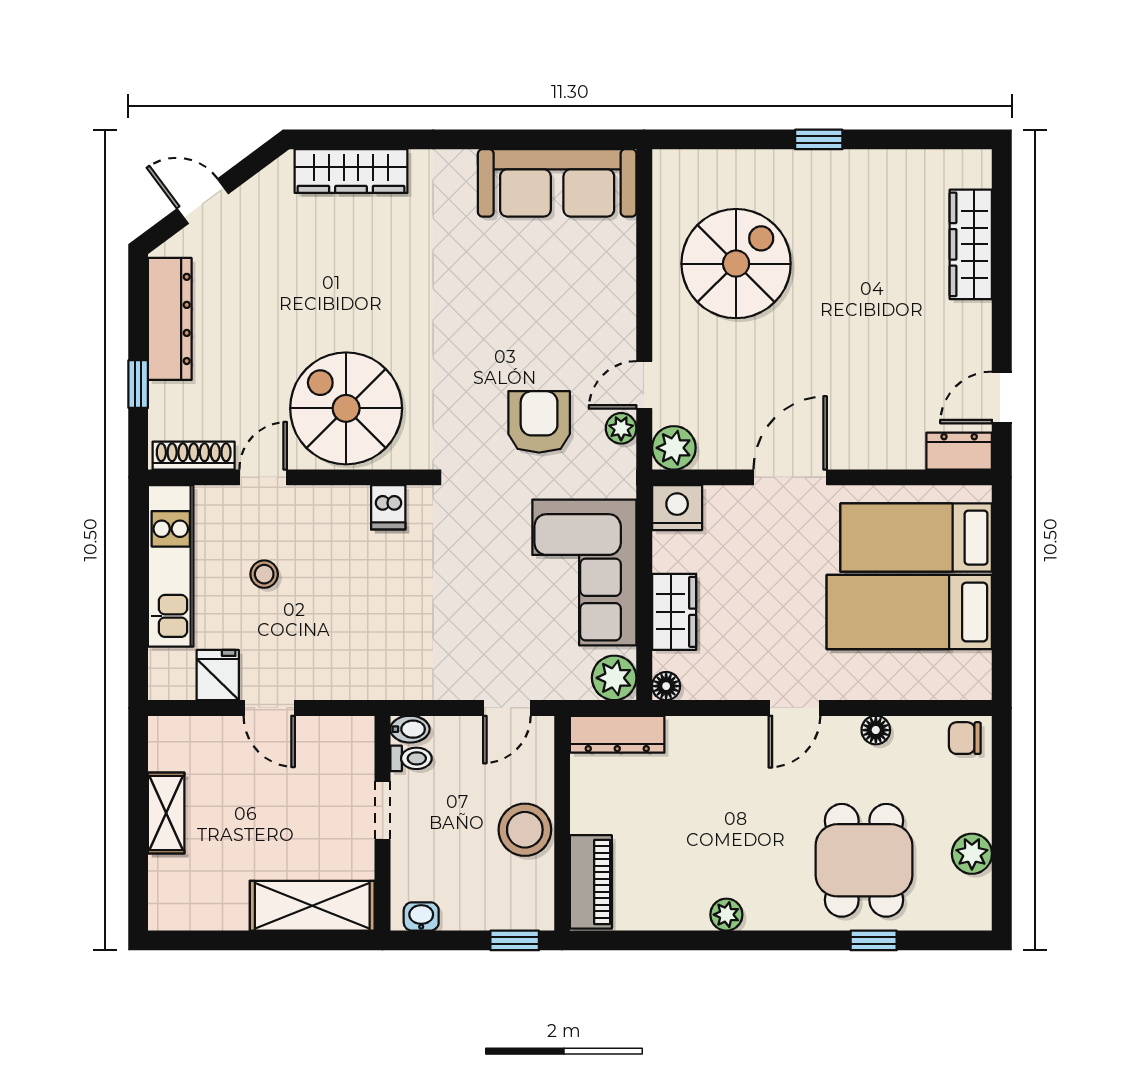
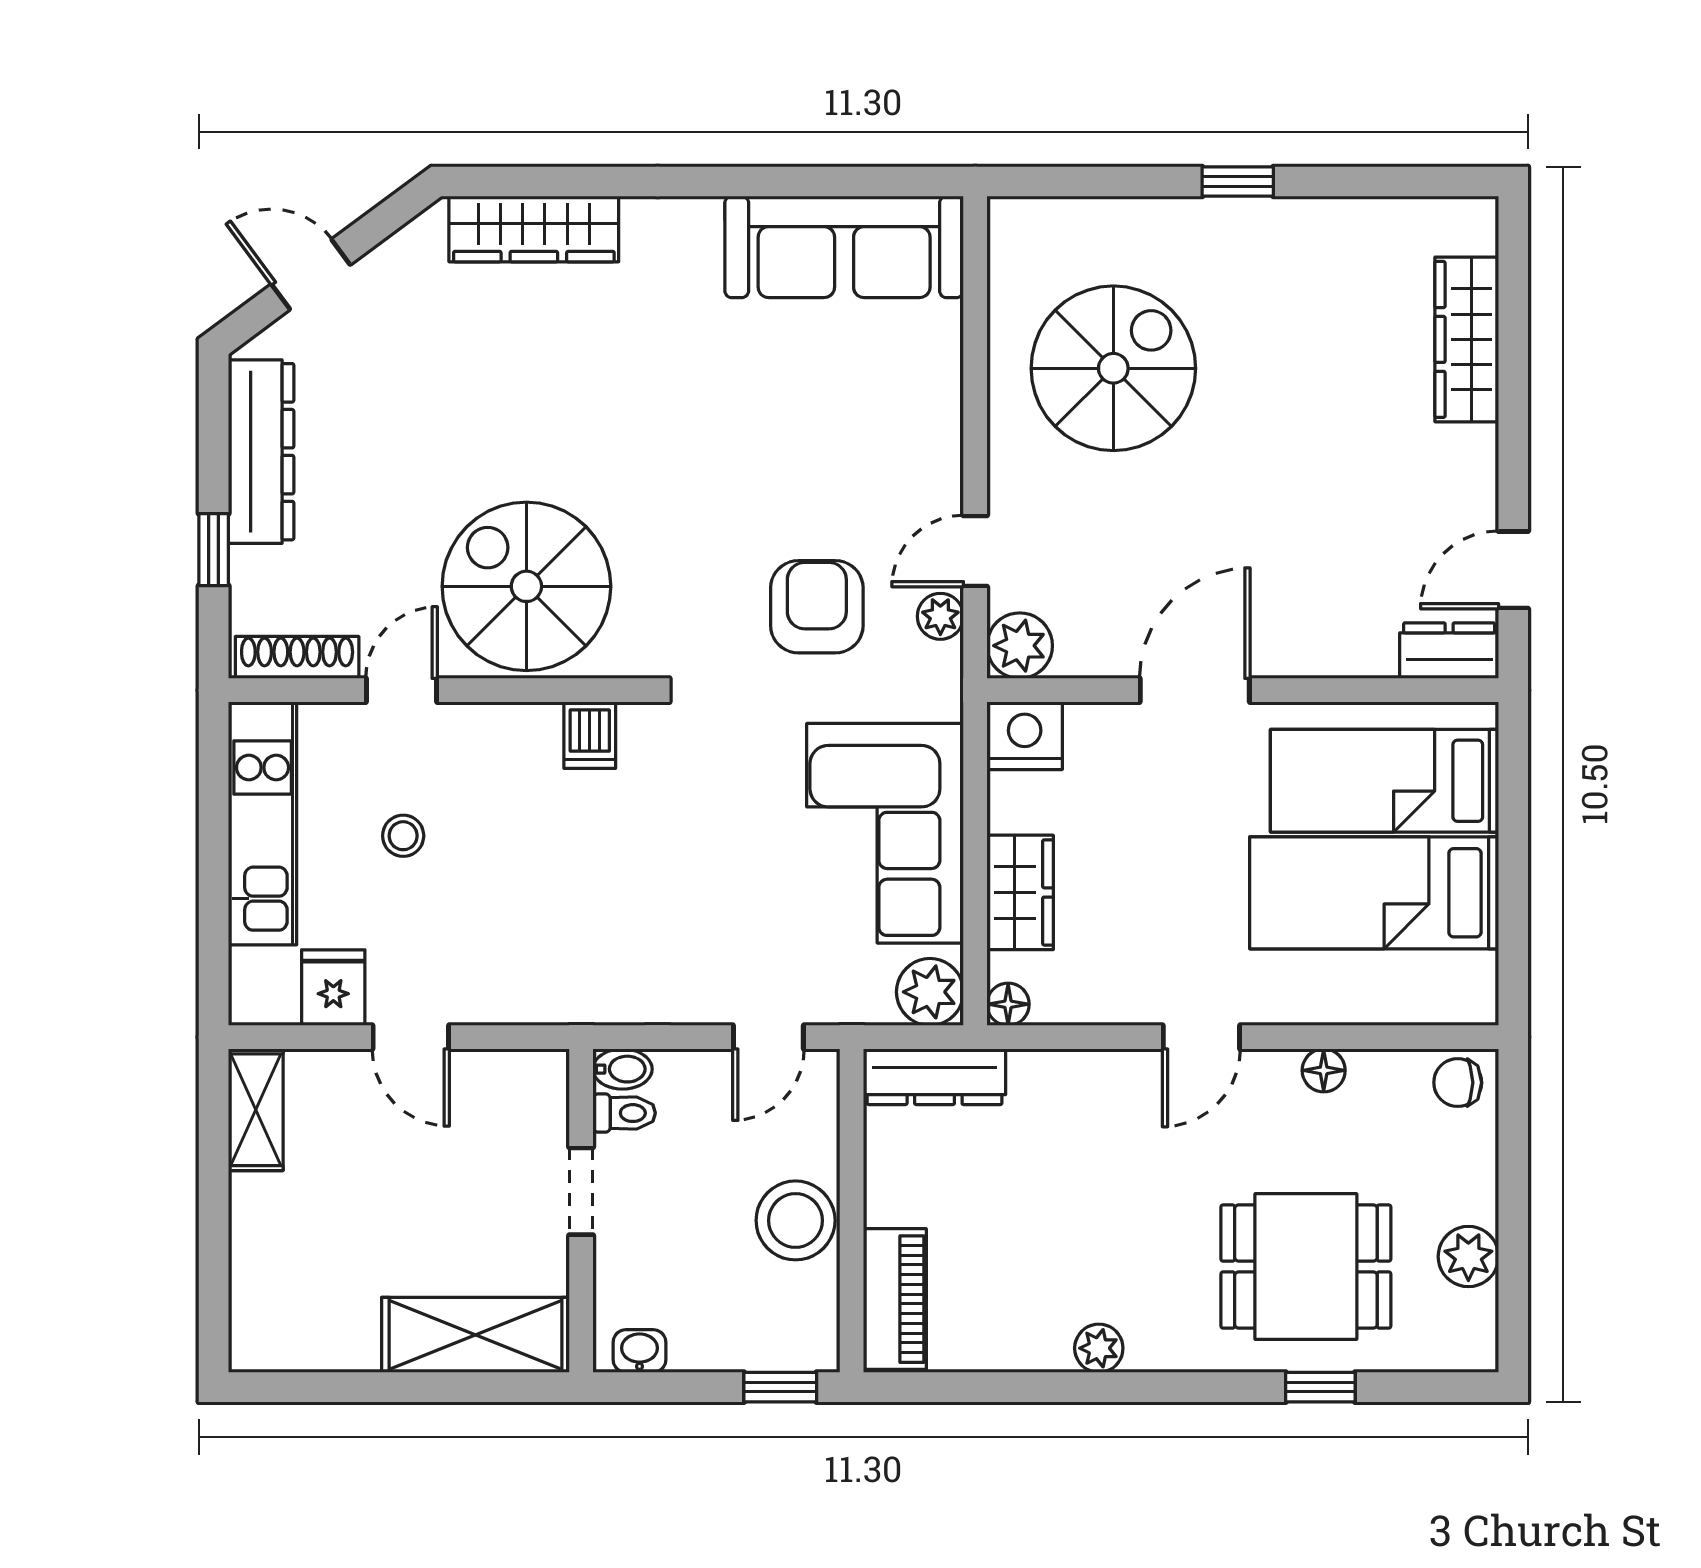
shelving: (166, 813) -> (256, 1110), moved
dining table: (864, 860) -> (1306, 1267), turned 90

